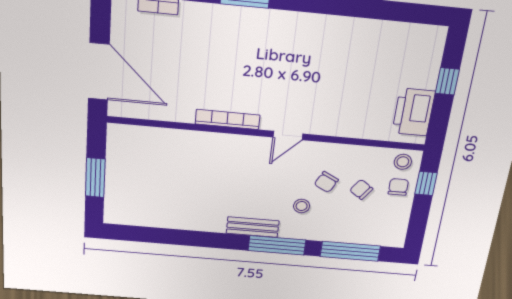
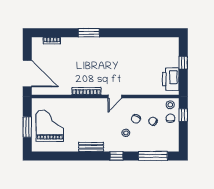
grand piano: (143, 179) -> (50, 126), added
bench: (253, 227) -> (91, 147), moved
window: (277, 245) -> (117, 156), width x0.46

